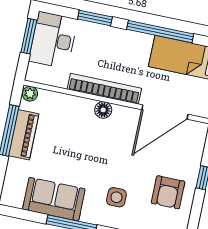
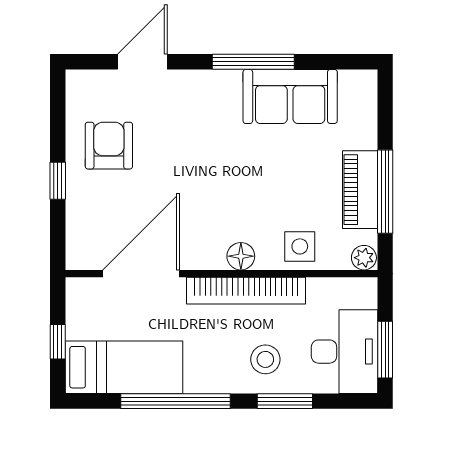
stool: (101, 45) -> (265, 359), added
side table: (116, 197) -> (300, 246), moved

